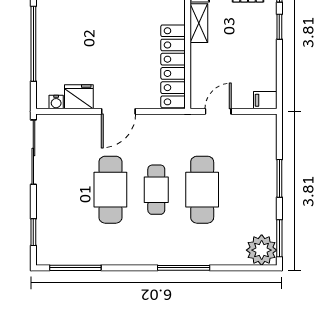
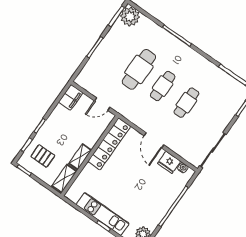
filing cabinet: (265, 100) -> (71, 97), width x2.00
door: (118, 111) -> (154, 140), swing flipped
cafe table: (110, 190) -> (186, 103), width x0.73, depth x0.74

